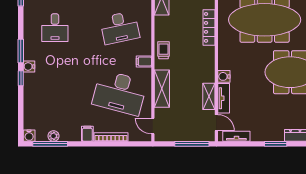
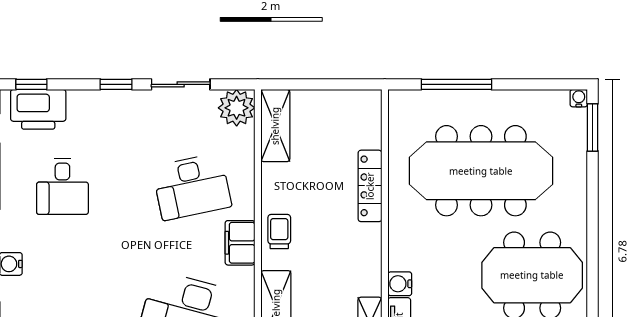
filing cabinet: (144, 61) -> (240, 243), width x2.00

